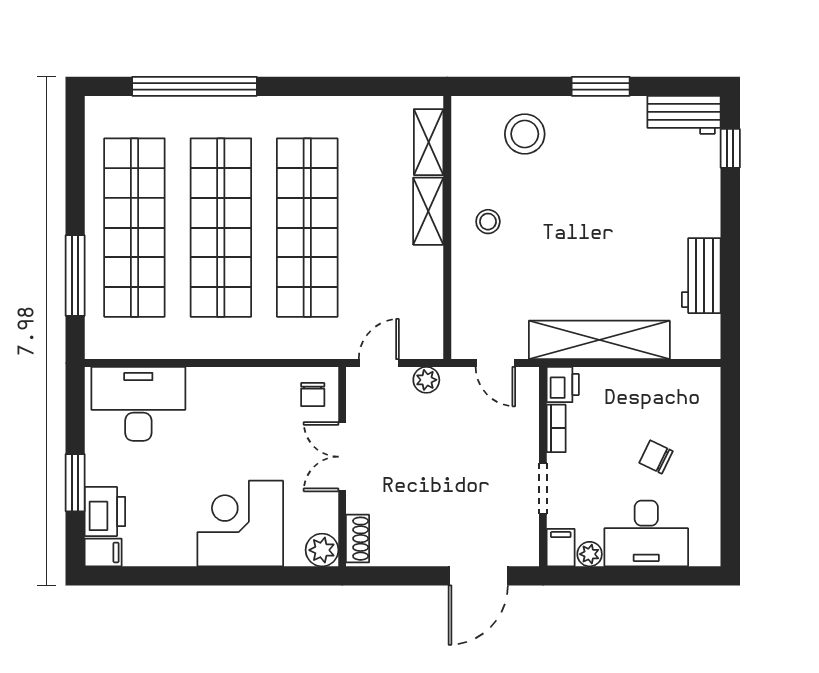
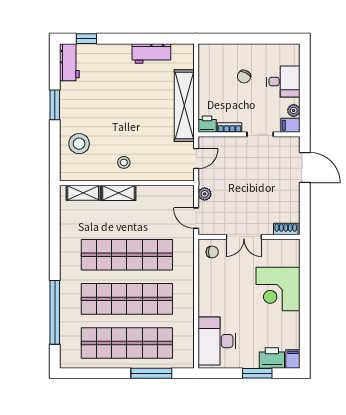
desk: (646, 533) -> (283, 82), width x0.73
plant: (322, 550) -> (292, 247), removed

